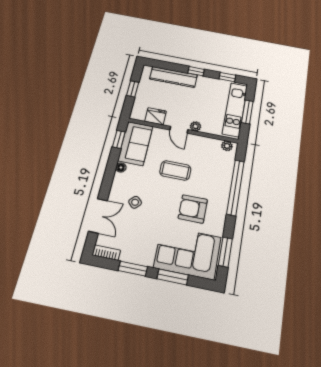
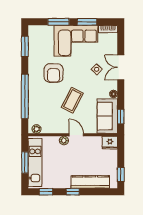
window: (133, 89) -> (121, 175), moved
fridge: (156, 116) -> (110, 143), moved
coffee table: (175, 170) -> (72, 100), turned -63
armchair: (193, 209) -> (54, 73), turned 90
double door: (98, 216) -> (121, 67), moved
corner sofa: (188, 252) -> (76, 41), moved

